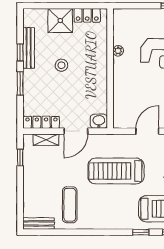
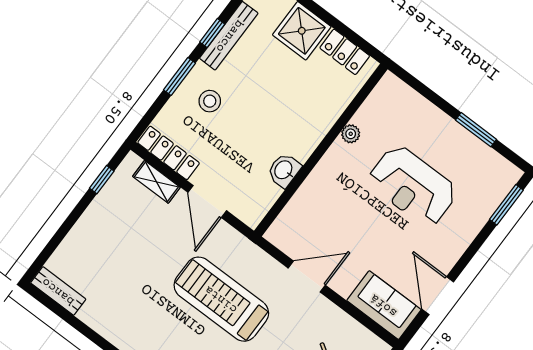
stool: (61, 65) -> (210, 101), moved
washbasin: (99, 121) -> (284, 170), moved, turned -90
door: (76, 131) -> (207, 201), hinge flipped
exercise mat: (70, 205) -> (121, 298), removed

